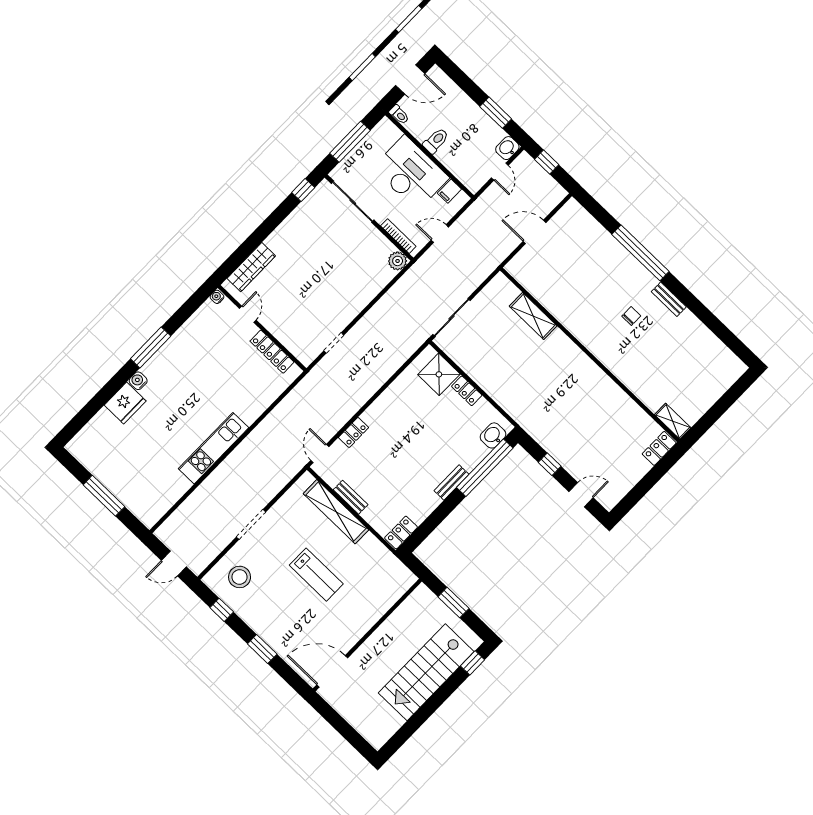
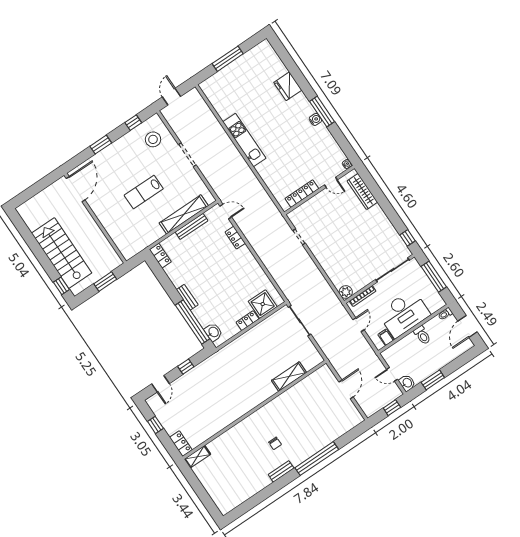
water cooler: (138, 381) -> (315, 119), moved
window: (640, 490) -> (155, 425), added
bench: (351, 497) -> (192, 226), width x1.36

